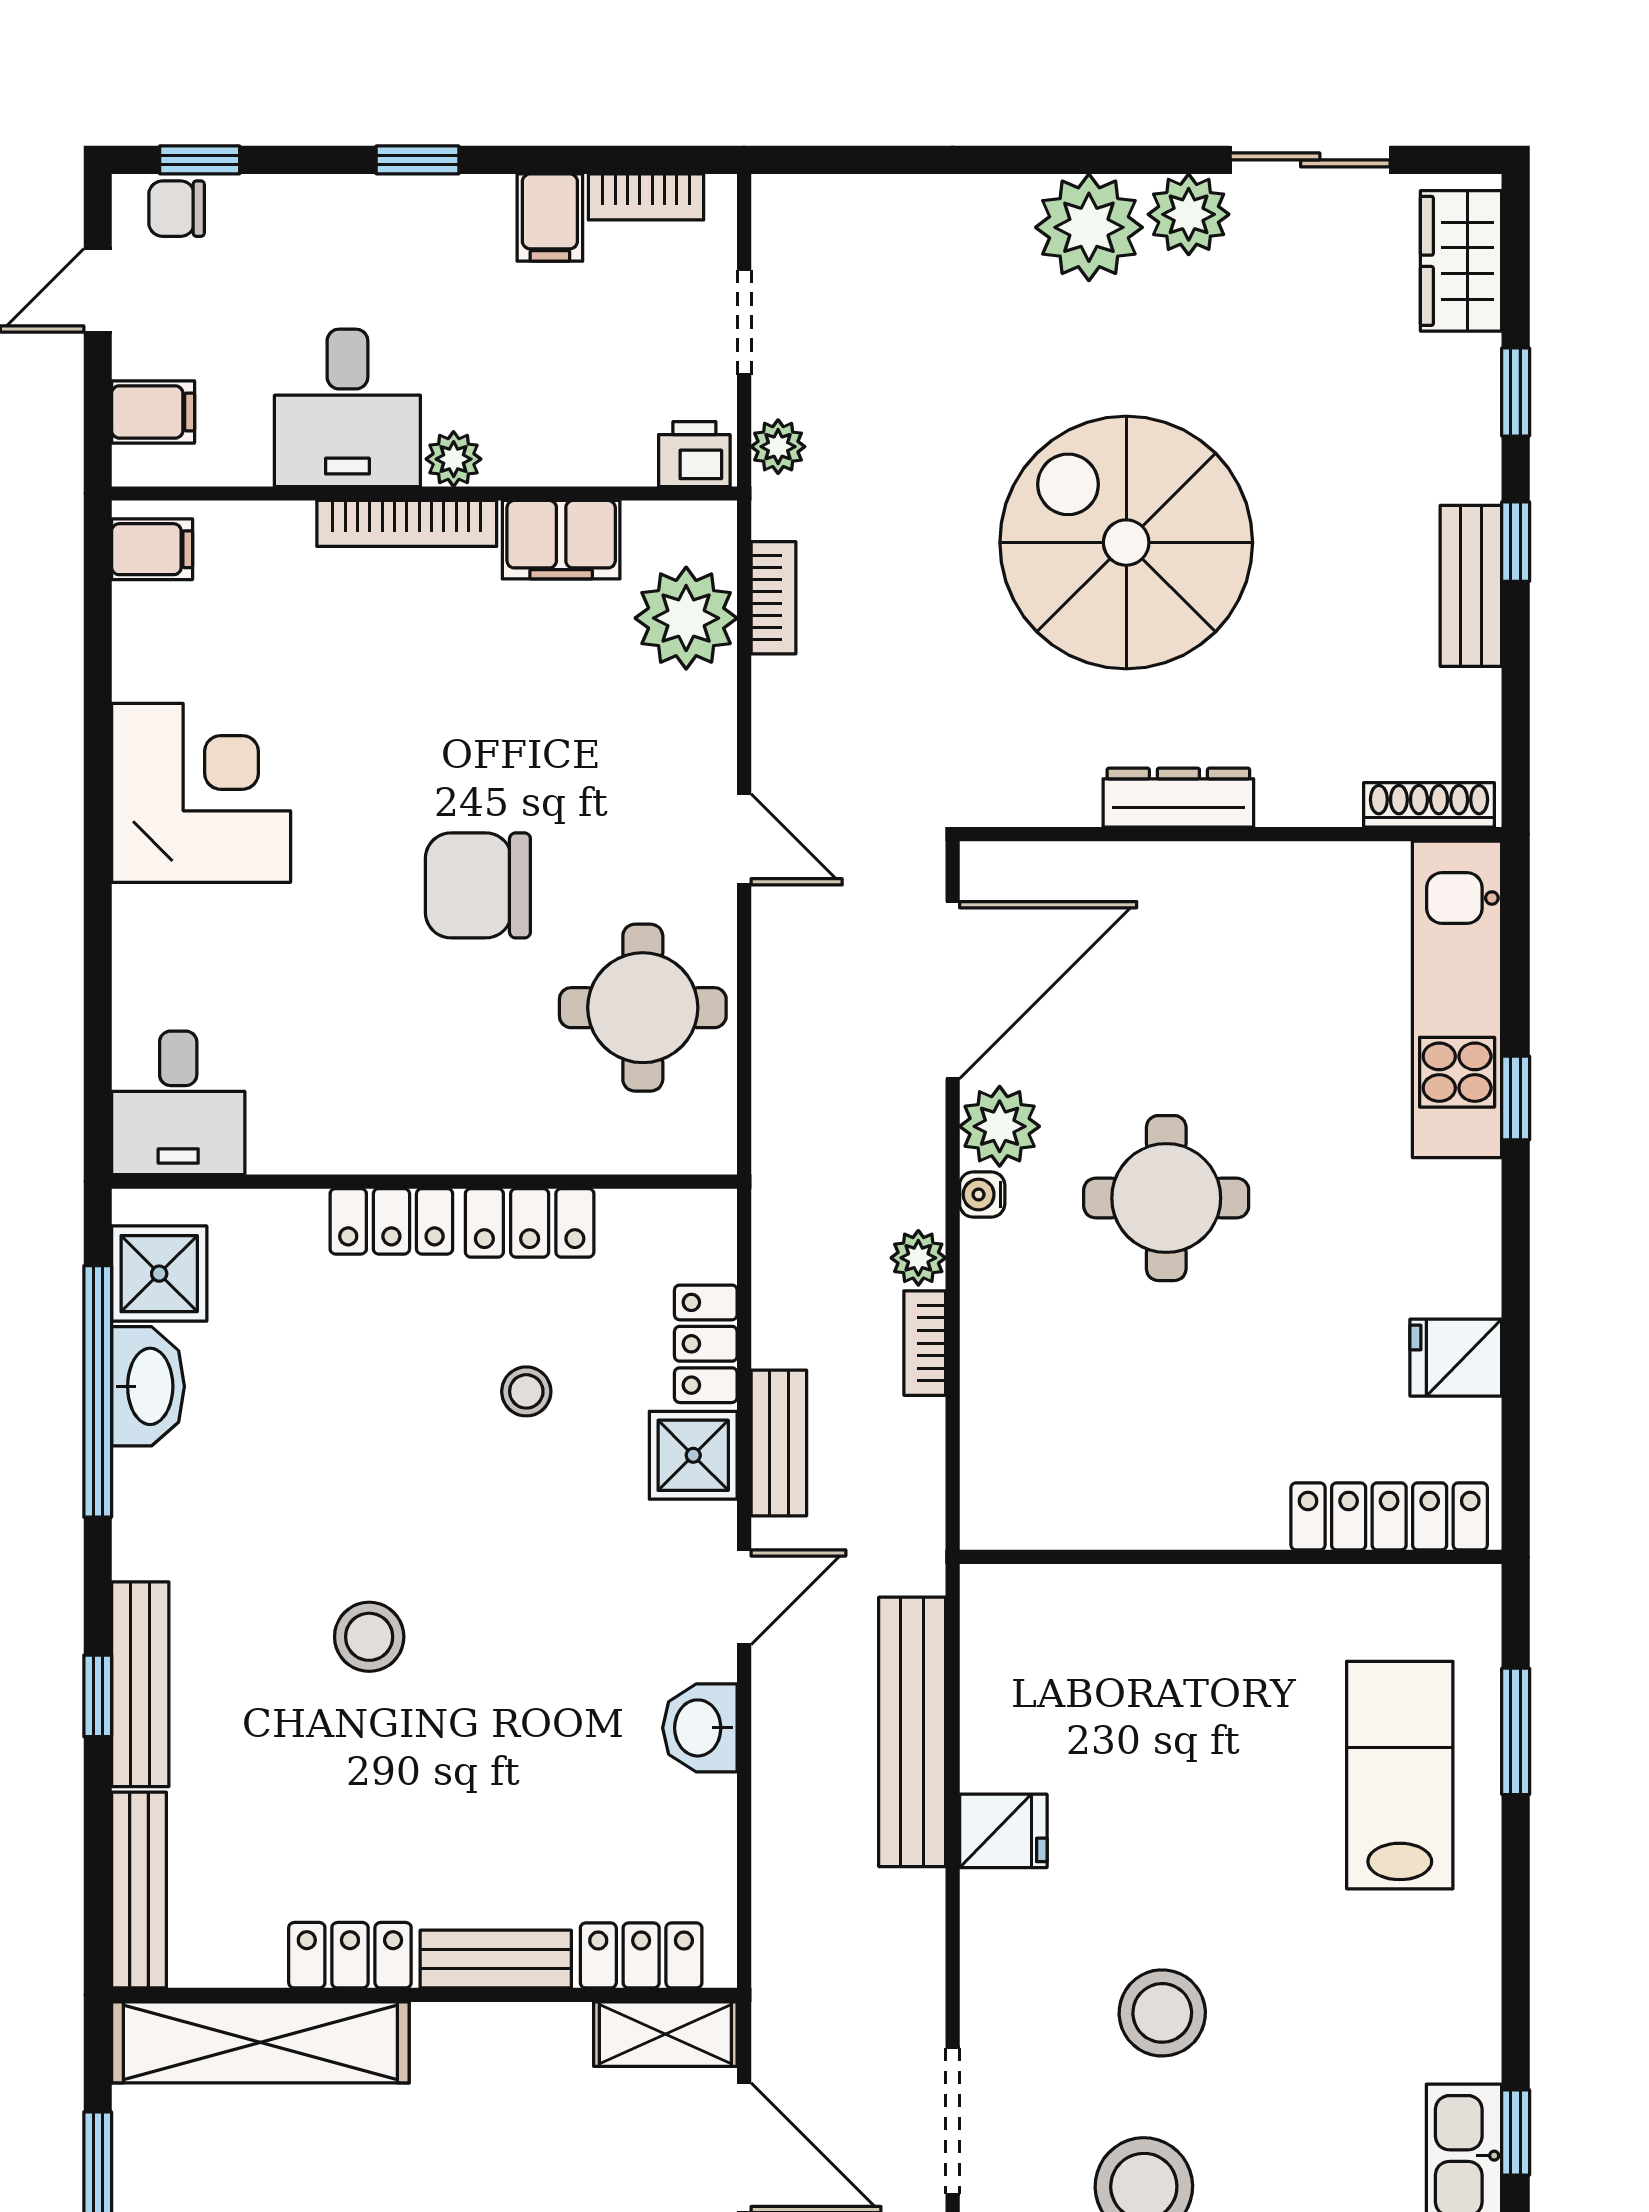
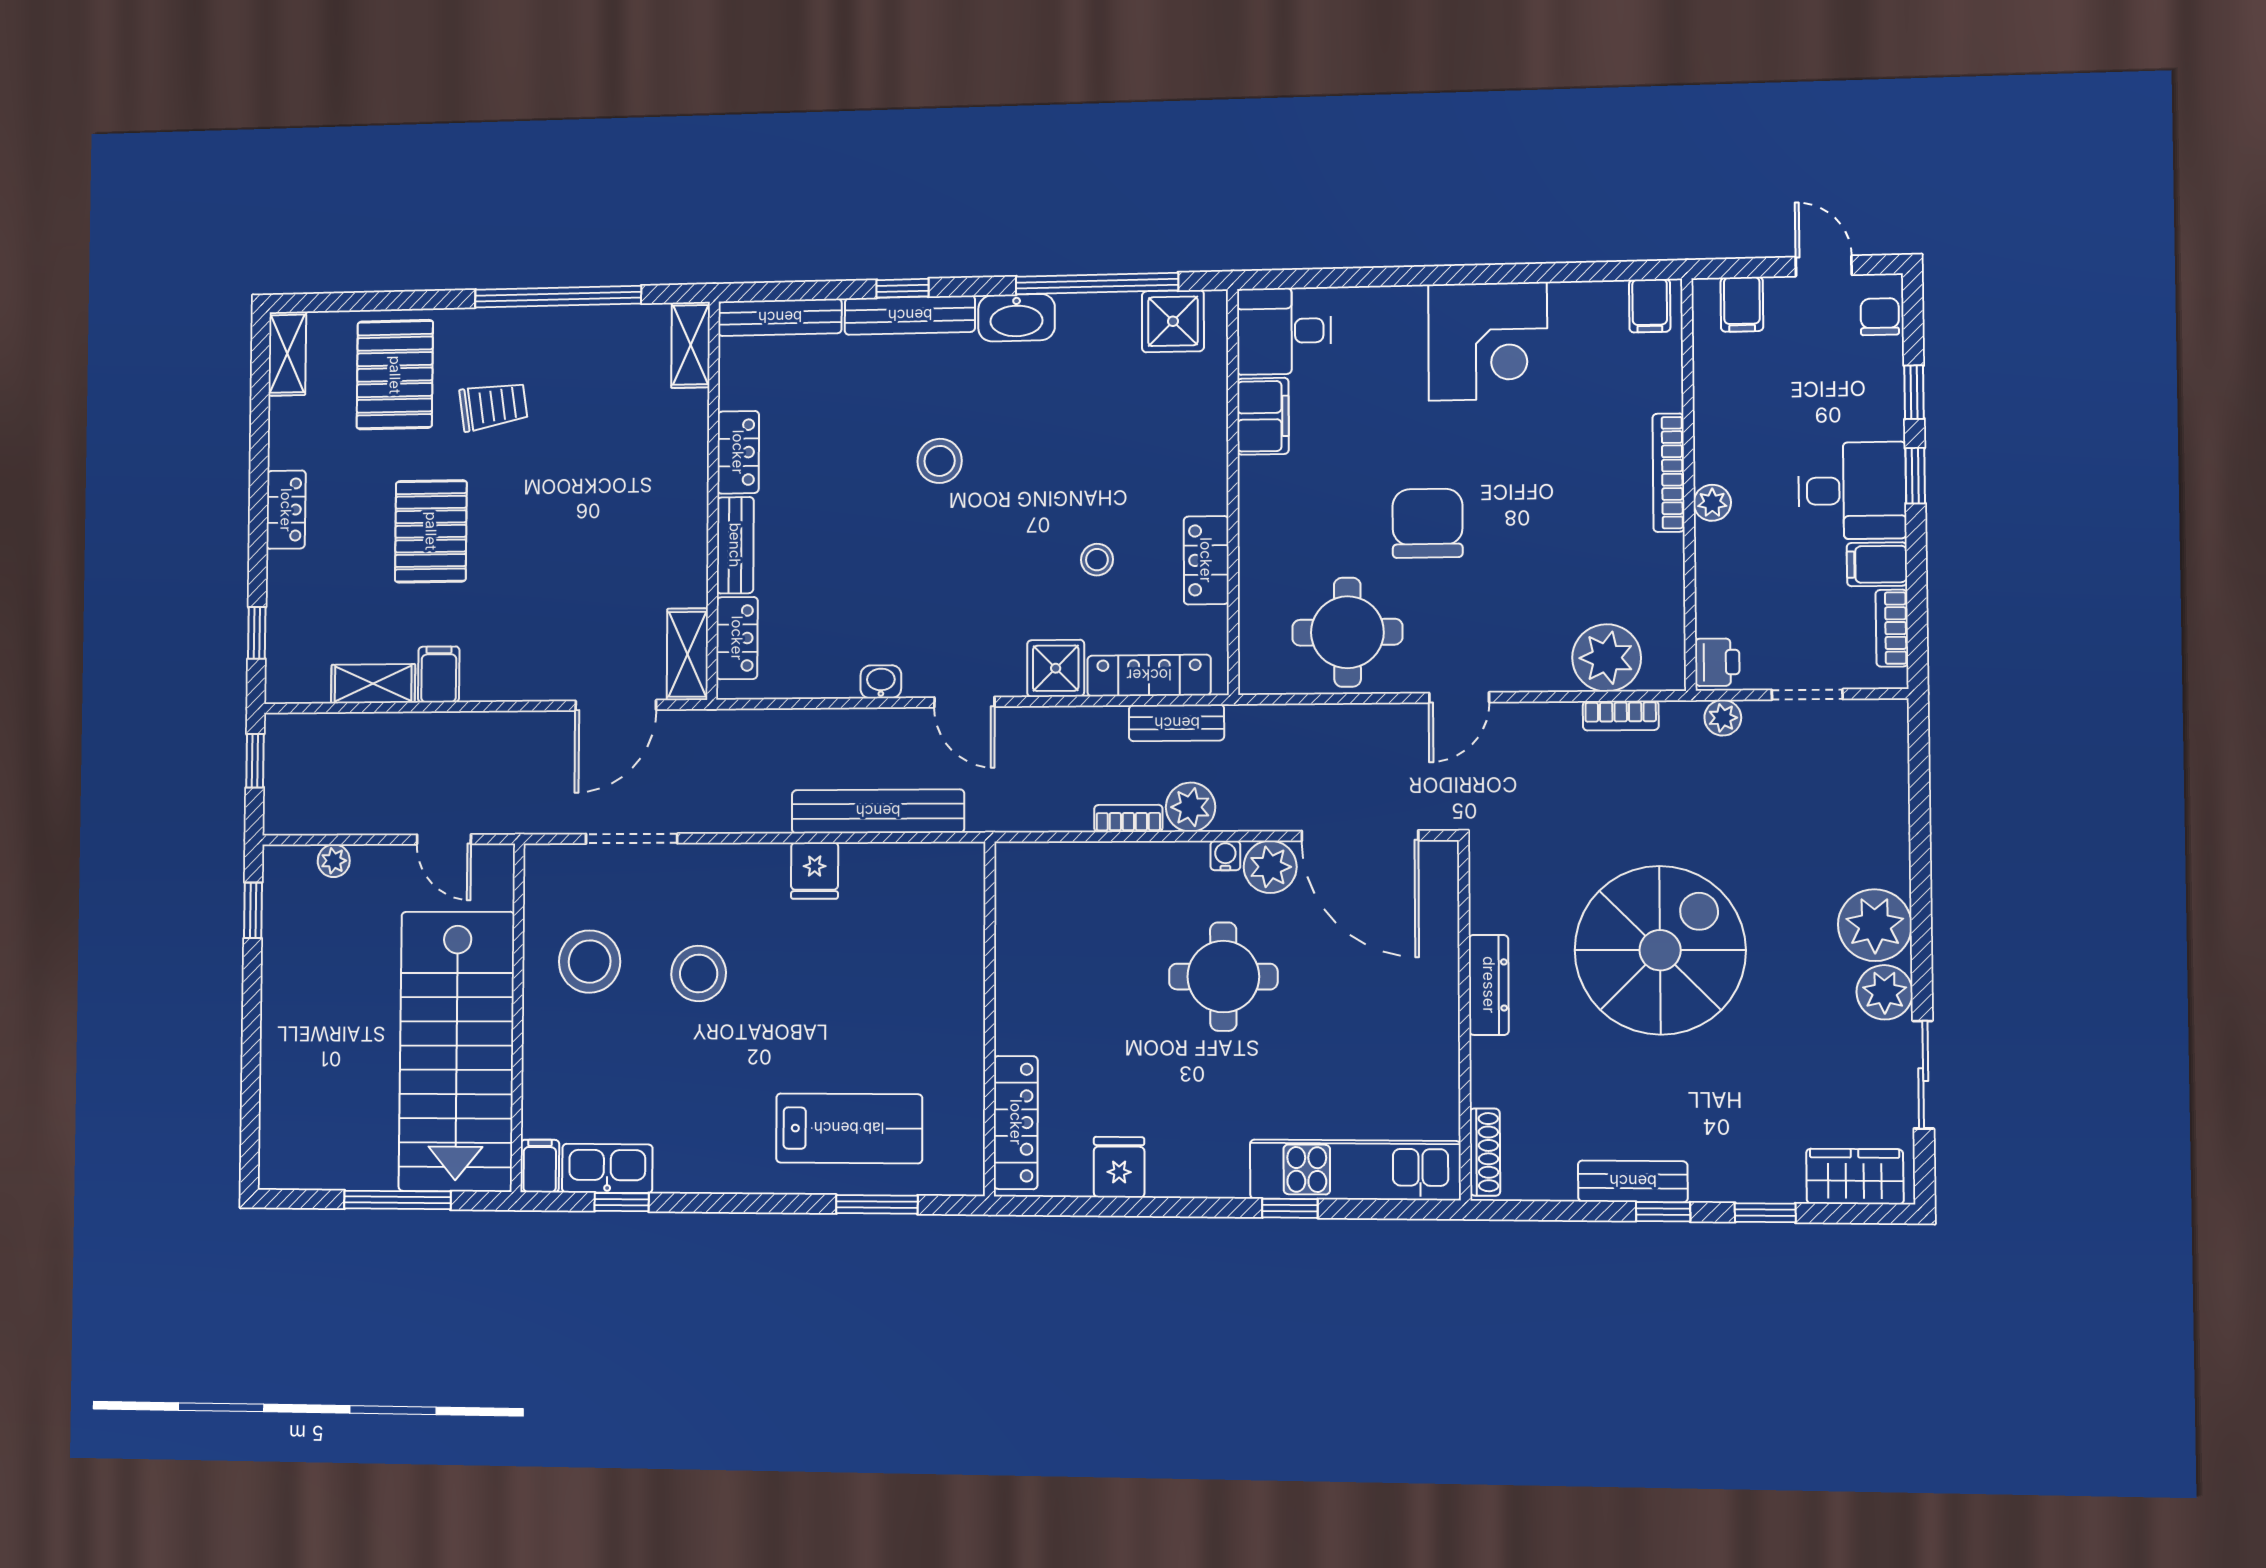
window: (200, 160) -> (1914, 392), moved
desk: (347, 408) -> (1852, 491), moved, turned 180
filing cabinet: (561, 540) -> (1263, 416), moved, turned 180
locker: (391, 1221) -> (1207, 471), removed
plant: (918, 1258) -> (1191, 807), width x1.38, depth x1.38
locker: (706, 1344) -> (1149, 675), width x1.53
washbasin: (148, 1386) -> (1017, 318), moved
bench: (779, 1443) -> (1177, 723), moved
washbasin: (700, 1728) -> (881, 682), width x0.72, depth x0.69
shelving: (260, 2042) -> (691, 345), width x0.45, depth x0.75

